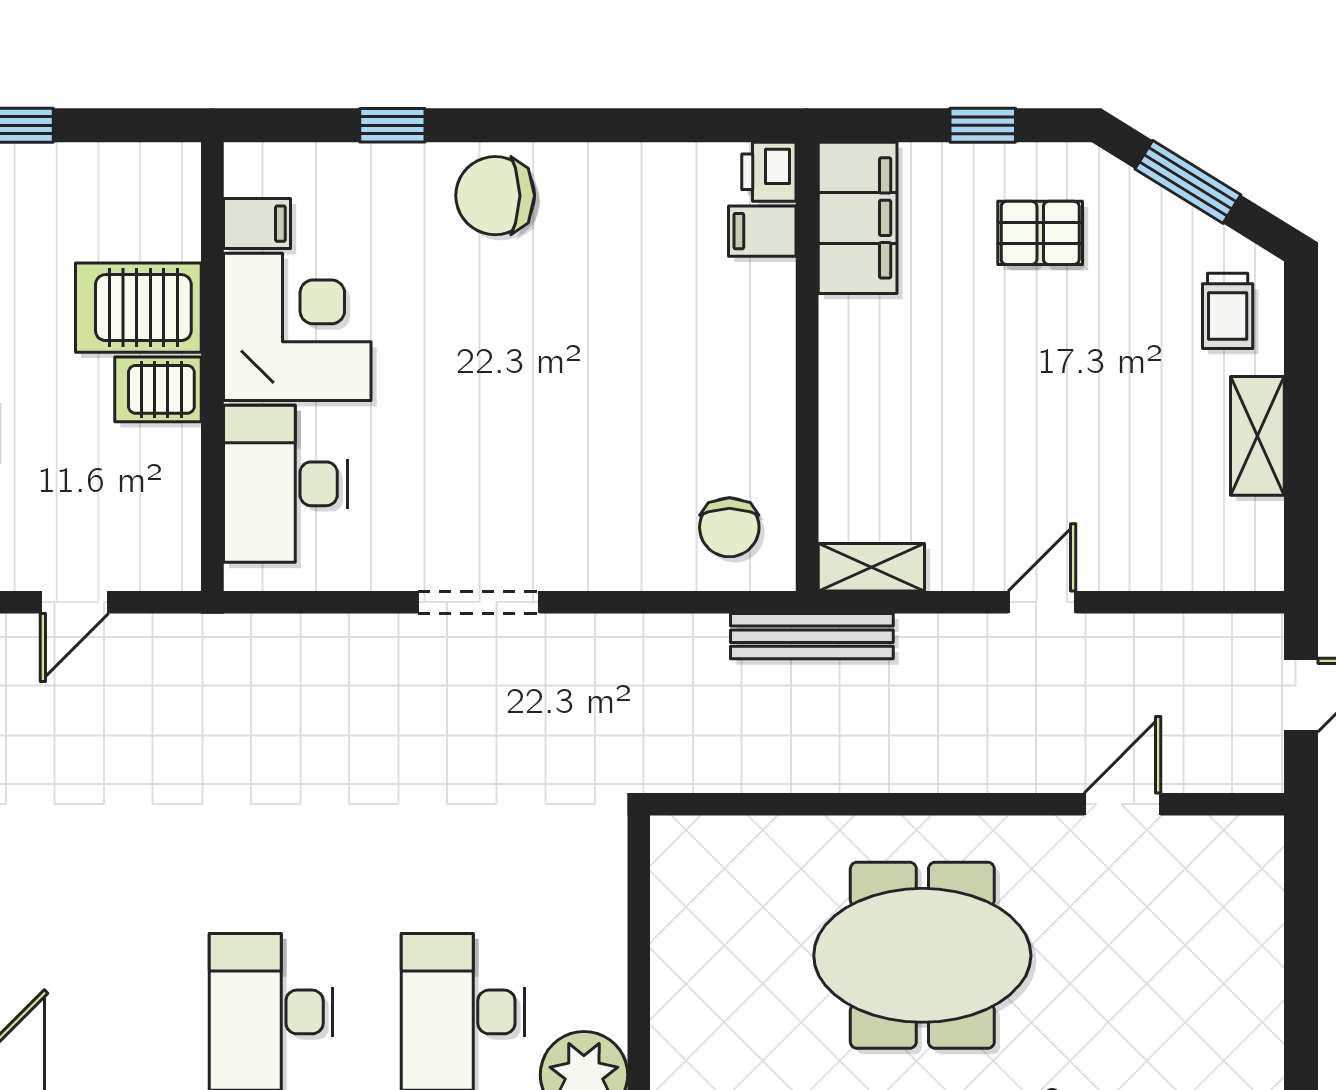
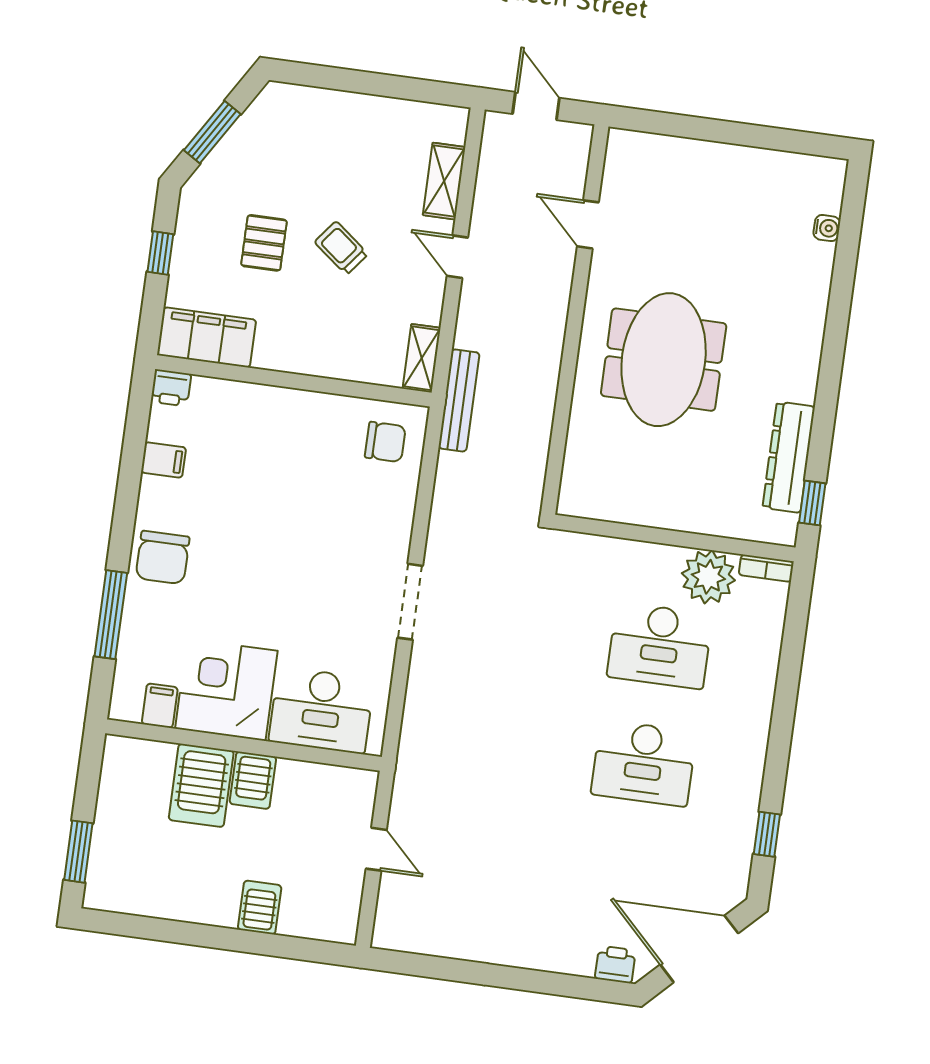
window: (392, 125) -> (111, 615), width x2.17
filing cabinet: (762, 231) -> (163, 460), moved, turned -90
pallet: (1040, 233) -> (264, 243), moved
trolley: (1228, 311) -> (341, 248), moved, turned -142
shelving: (1257, 436) -> (444, 181), moved, turned 90

